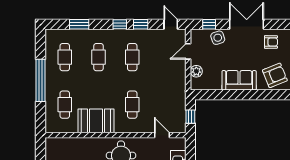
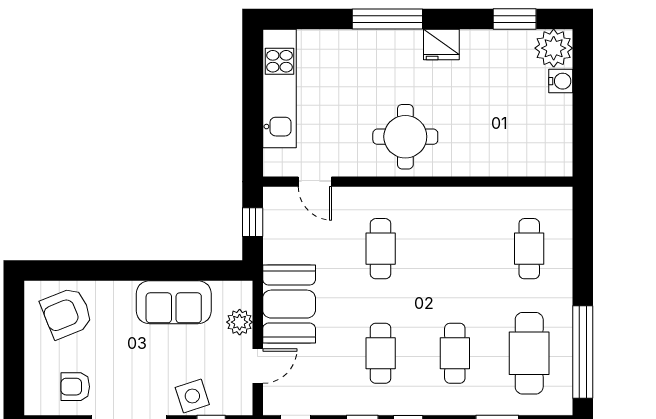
cafe table: (65, 57) -> (529, 353), width x1.37, depth x1.35
window: (40, 80) -> (583, 352), moved
sofa: (239, 80) -> (174, 302), moved
booth: (96, 121) -> (289, 304), moved, turned 90

